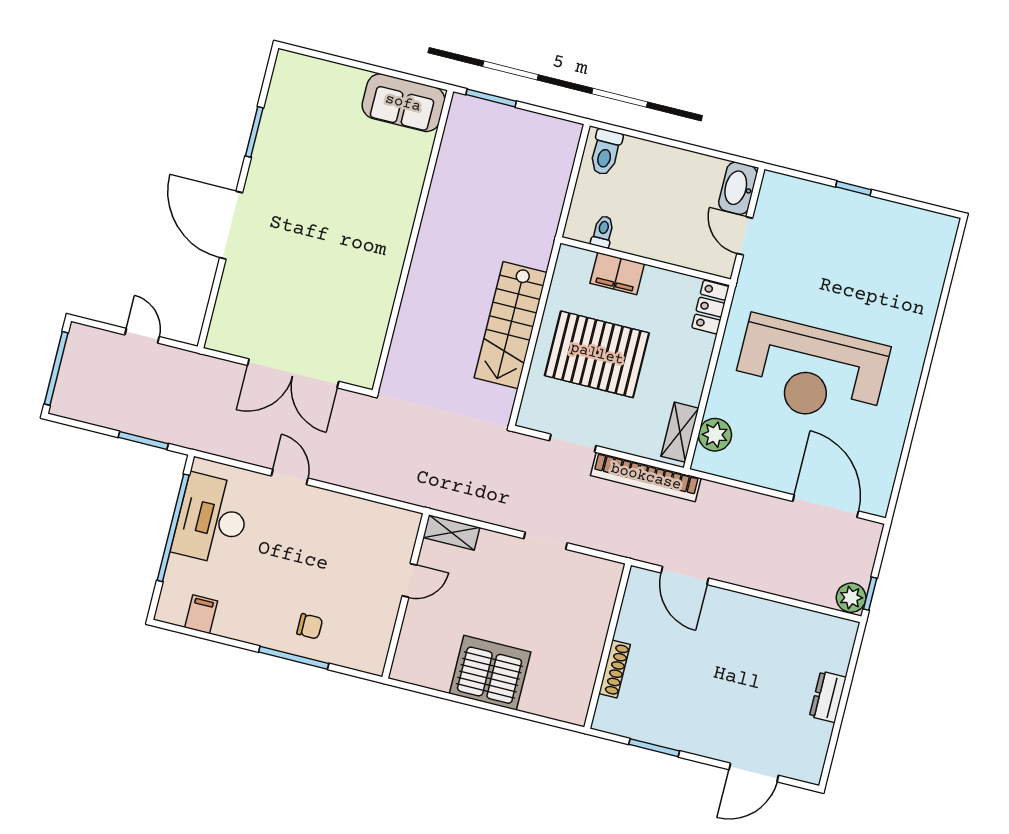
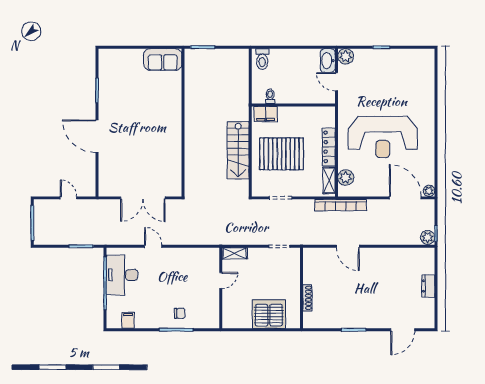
plant: (776, 189) -> (346, 56), added
filing cabinet: (617, 274) -> (266, 114), moved
locker: (710, 307) -> (329, 147), moved, width x1.53
bookcase: (646, 477) -> (341, 205), moved
plant: (877, 504) -> (429, 191), added
wall: (608, 646) -> (301, 288), moved
shoe rack: (615, 669) -> (307, 298), moved

